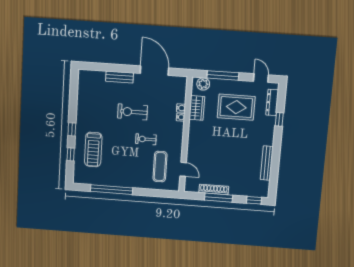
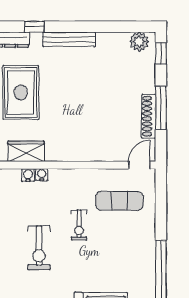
bench: (267, 163) -> (69, 39), moved
door: (183, 169) -> (139, 165), moved
plant: (263, 187) -> (139, 42), added

